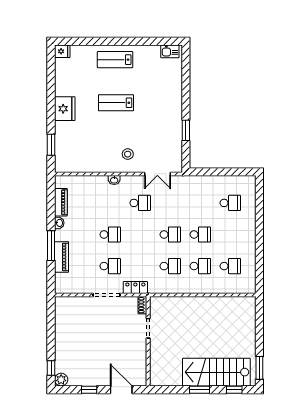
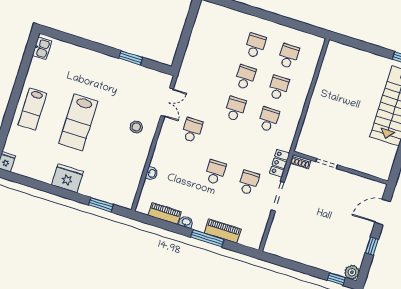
lab bench: (116, 103) -> (78, 122), width x1.36, depth x1.39
washbasin: (114, 180) -> (152, 173), moved
school desk: (230, 203) -> (255, 46), moved

